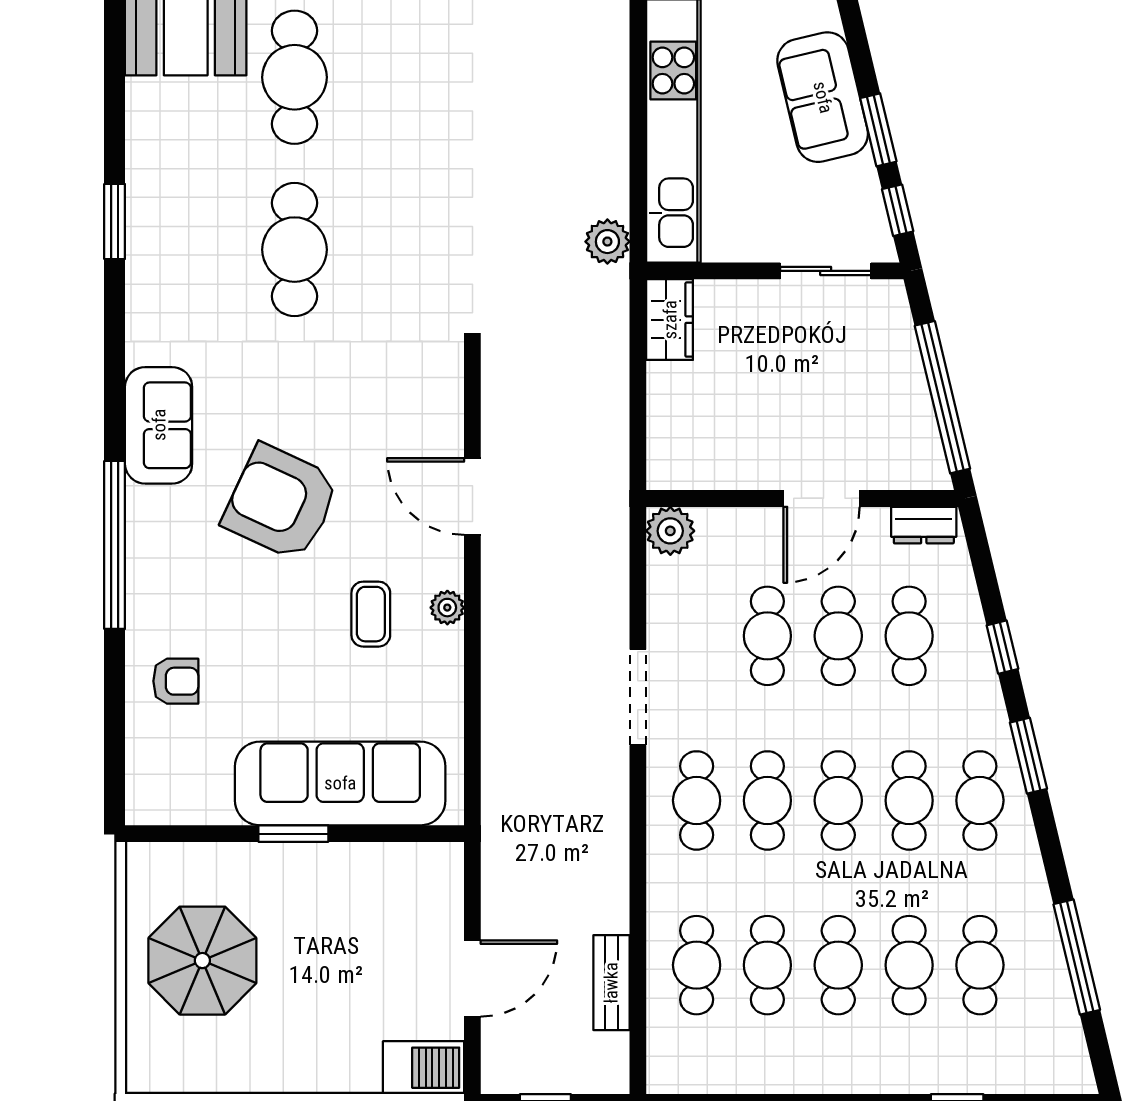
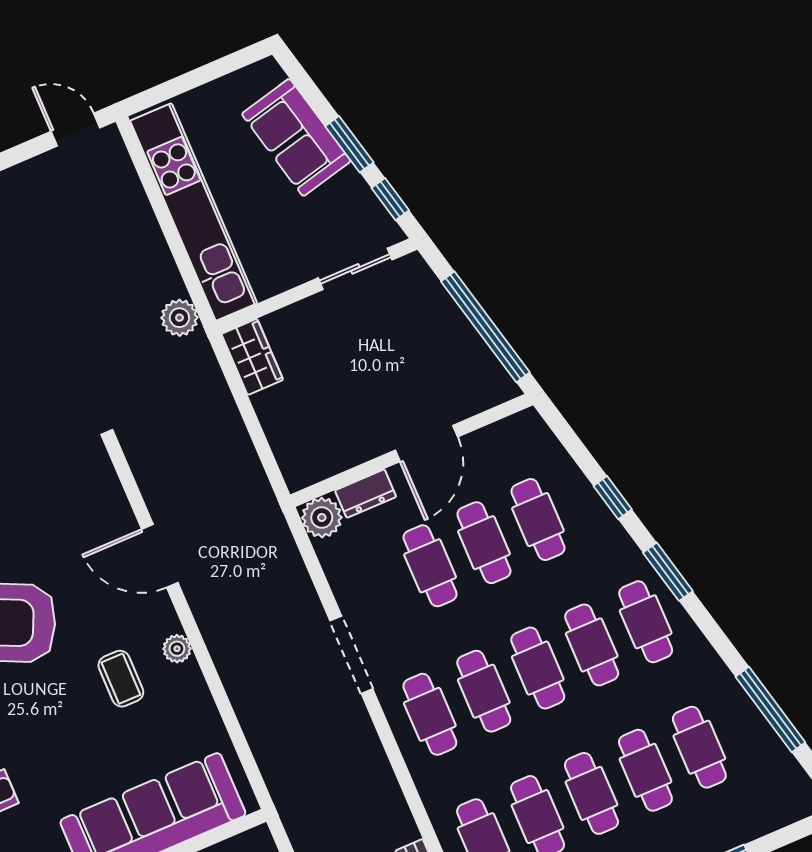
dresser: (924, 525) -> (366, 494), moved

